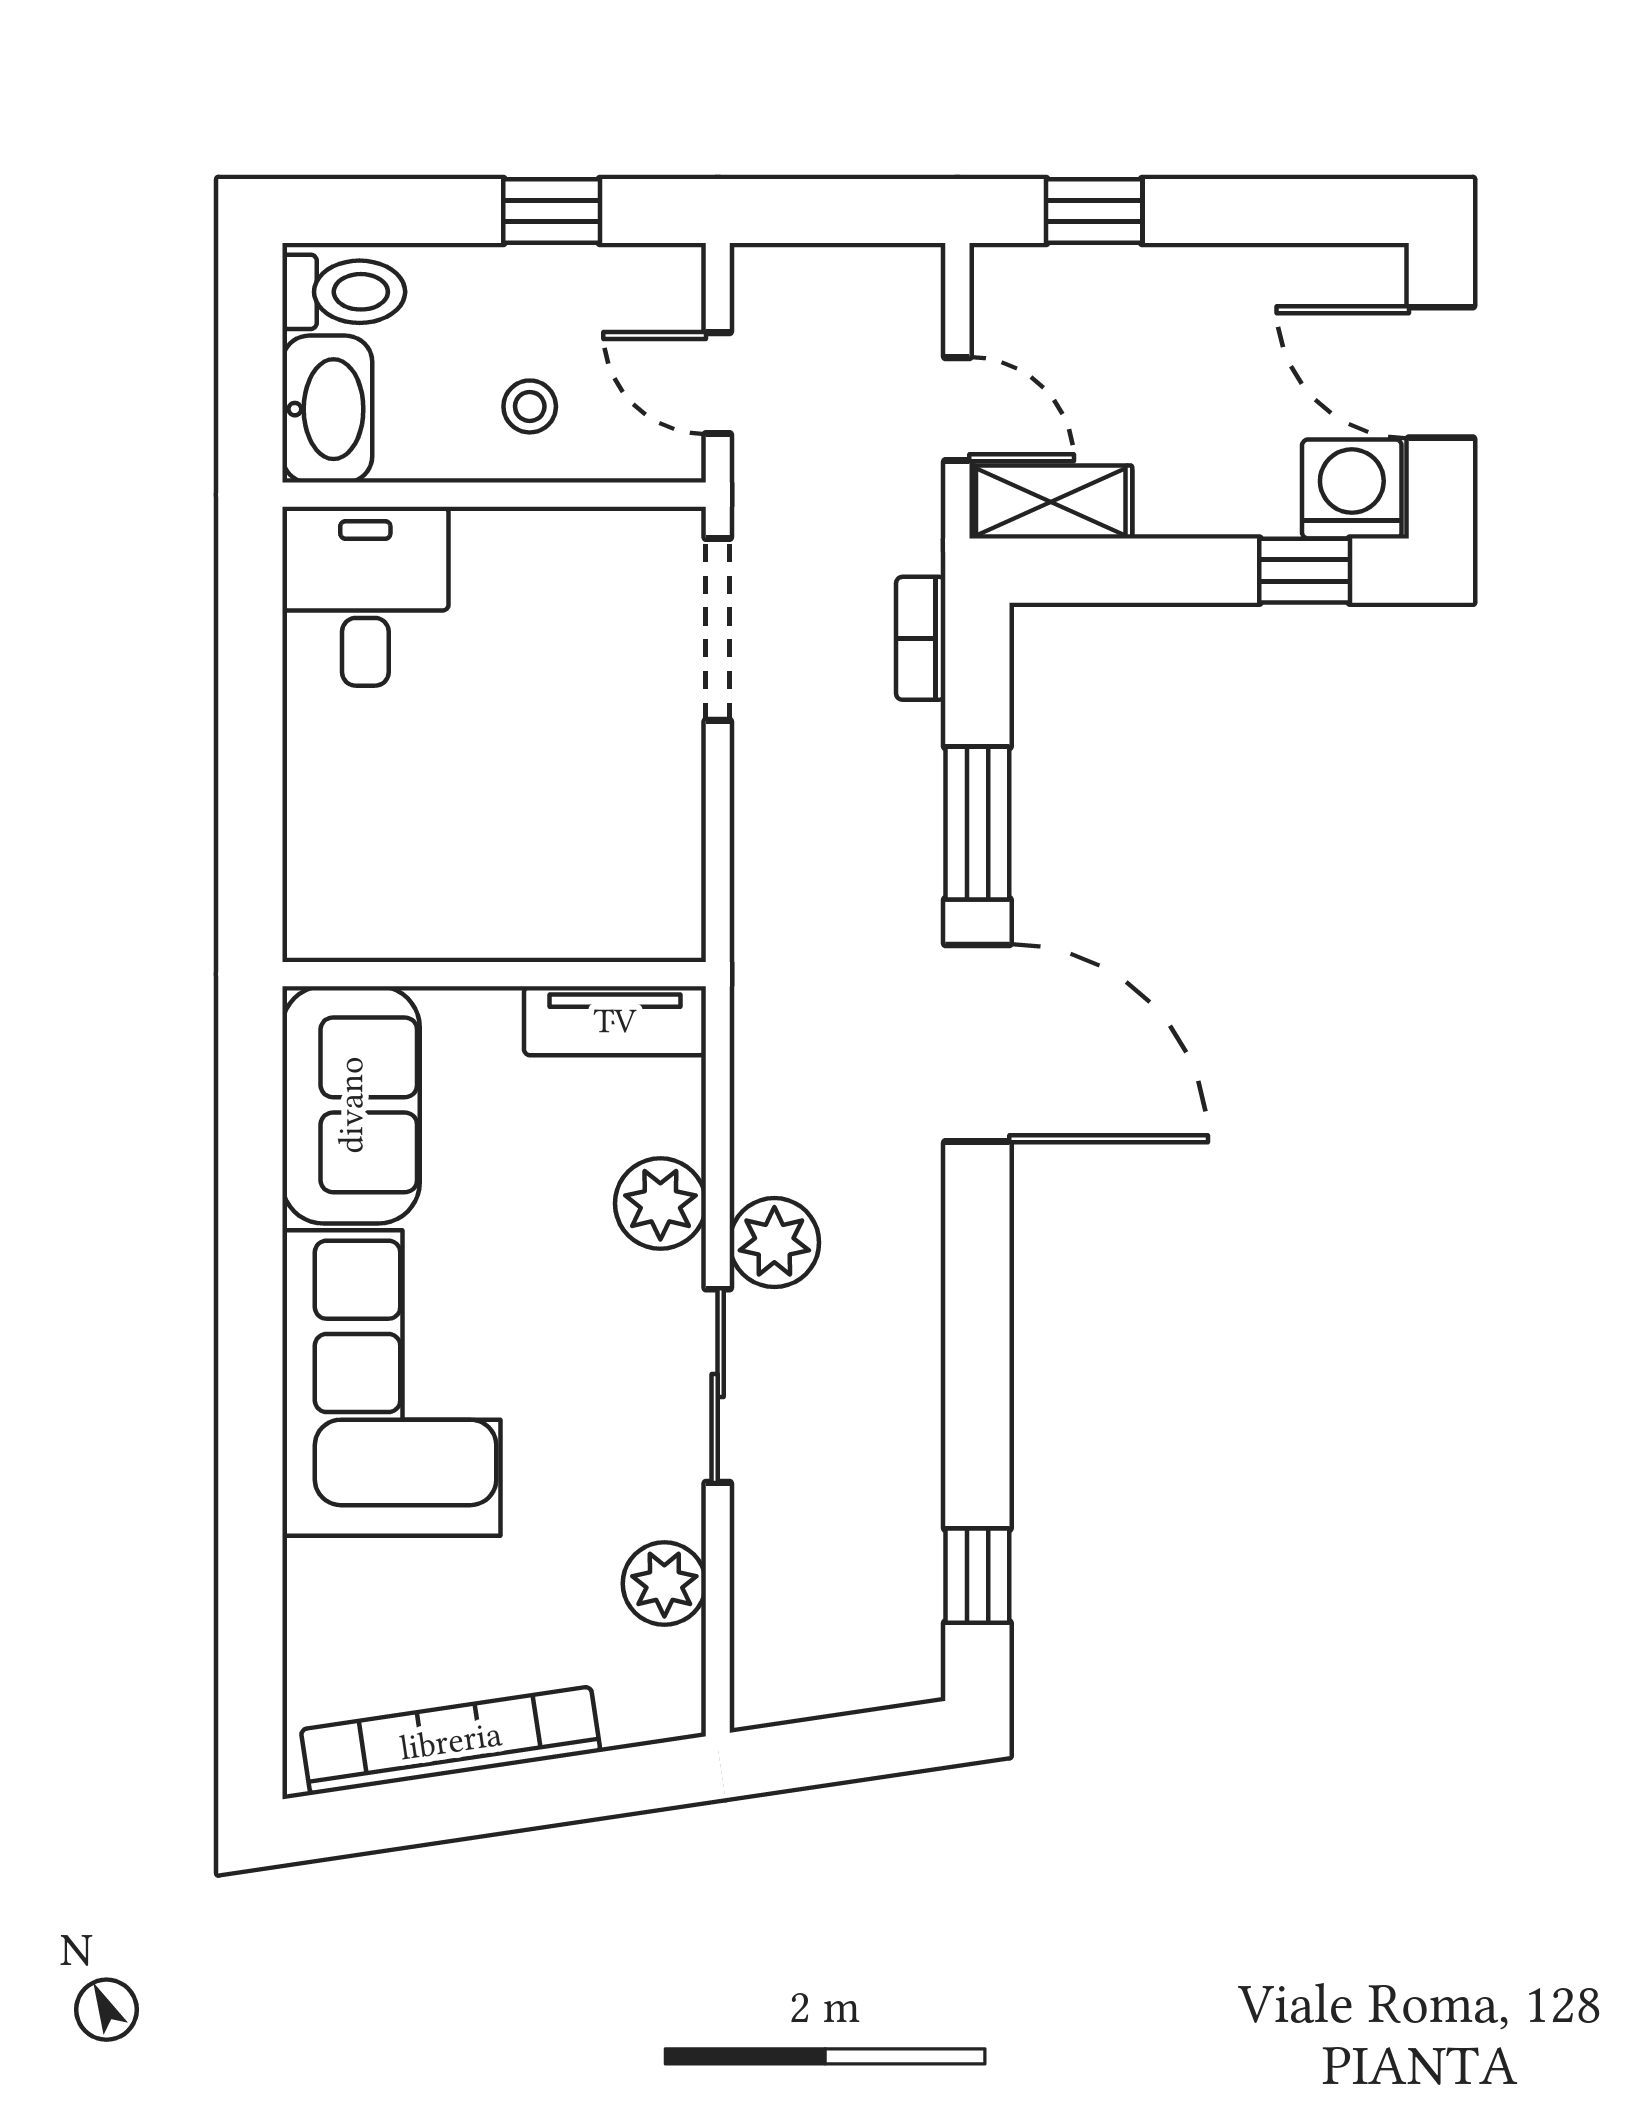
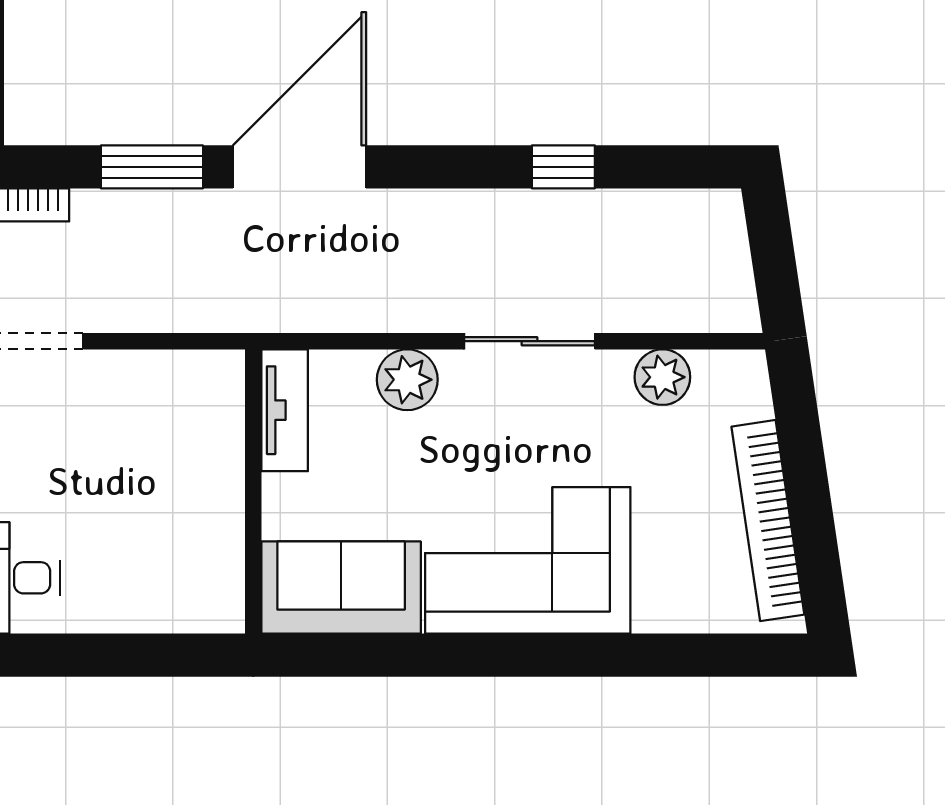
plant: (774, 1243) -> (433, 303), removed
window: (977, 1576) -> (563, 167), moved

